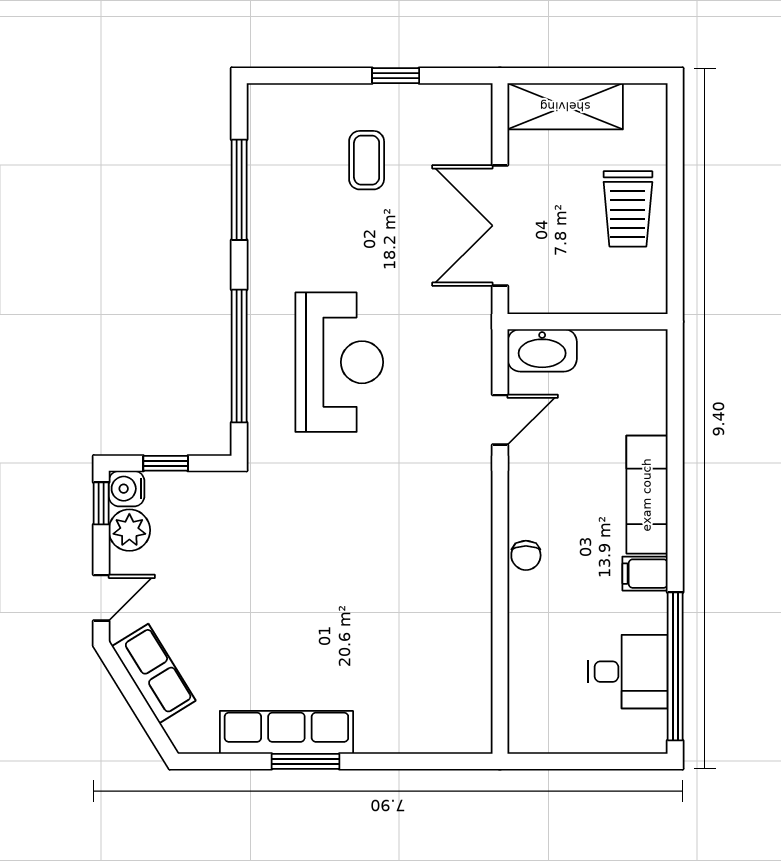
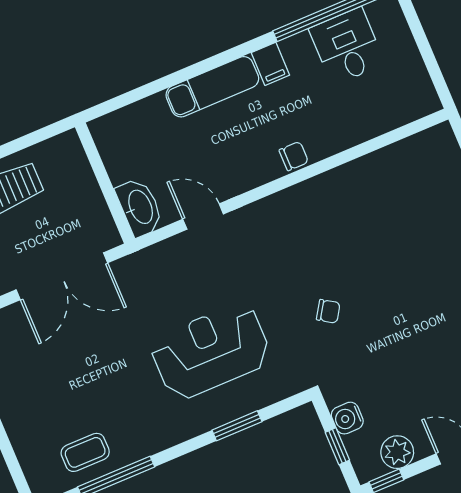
coffee table: (367, 160) -> (85, 452), moved
window: (239, 356) -> (237, 426), width x0.47
water cooler: (127, 489) -> (347, 418), moved, turned 90
chair: (328, 519) -> (328, 311), added

